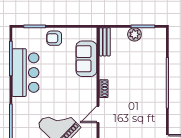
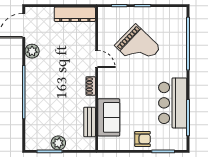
bench: (105, 42) -> (90, 122), moved
door: (98, 114) -> (97, 59), hinge flipped
plant: (159, 122) -> (32, 51), added

